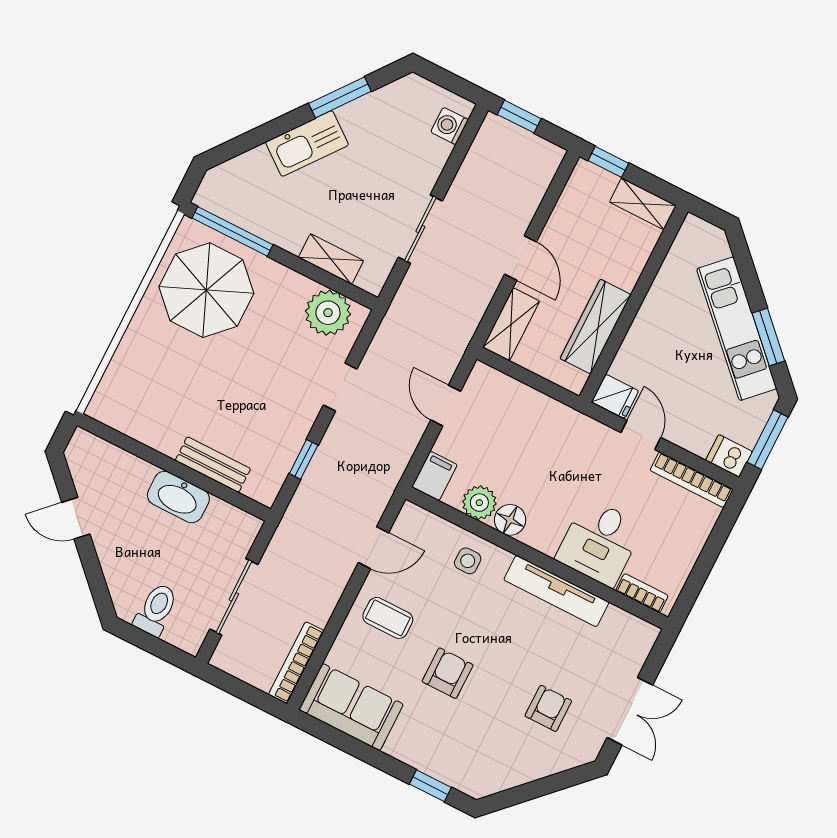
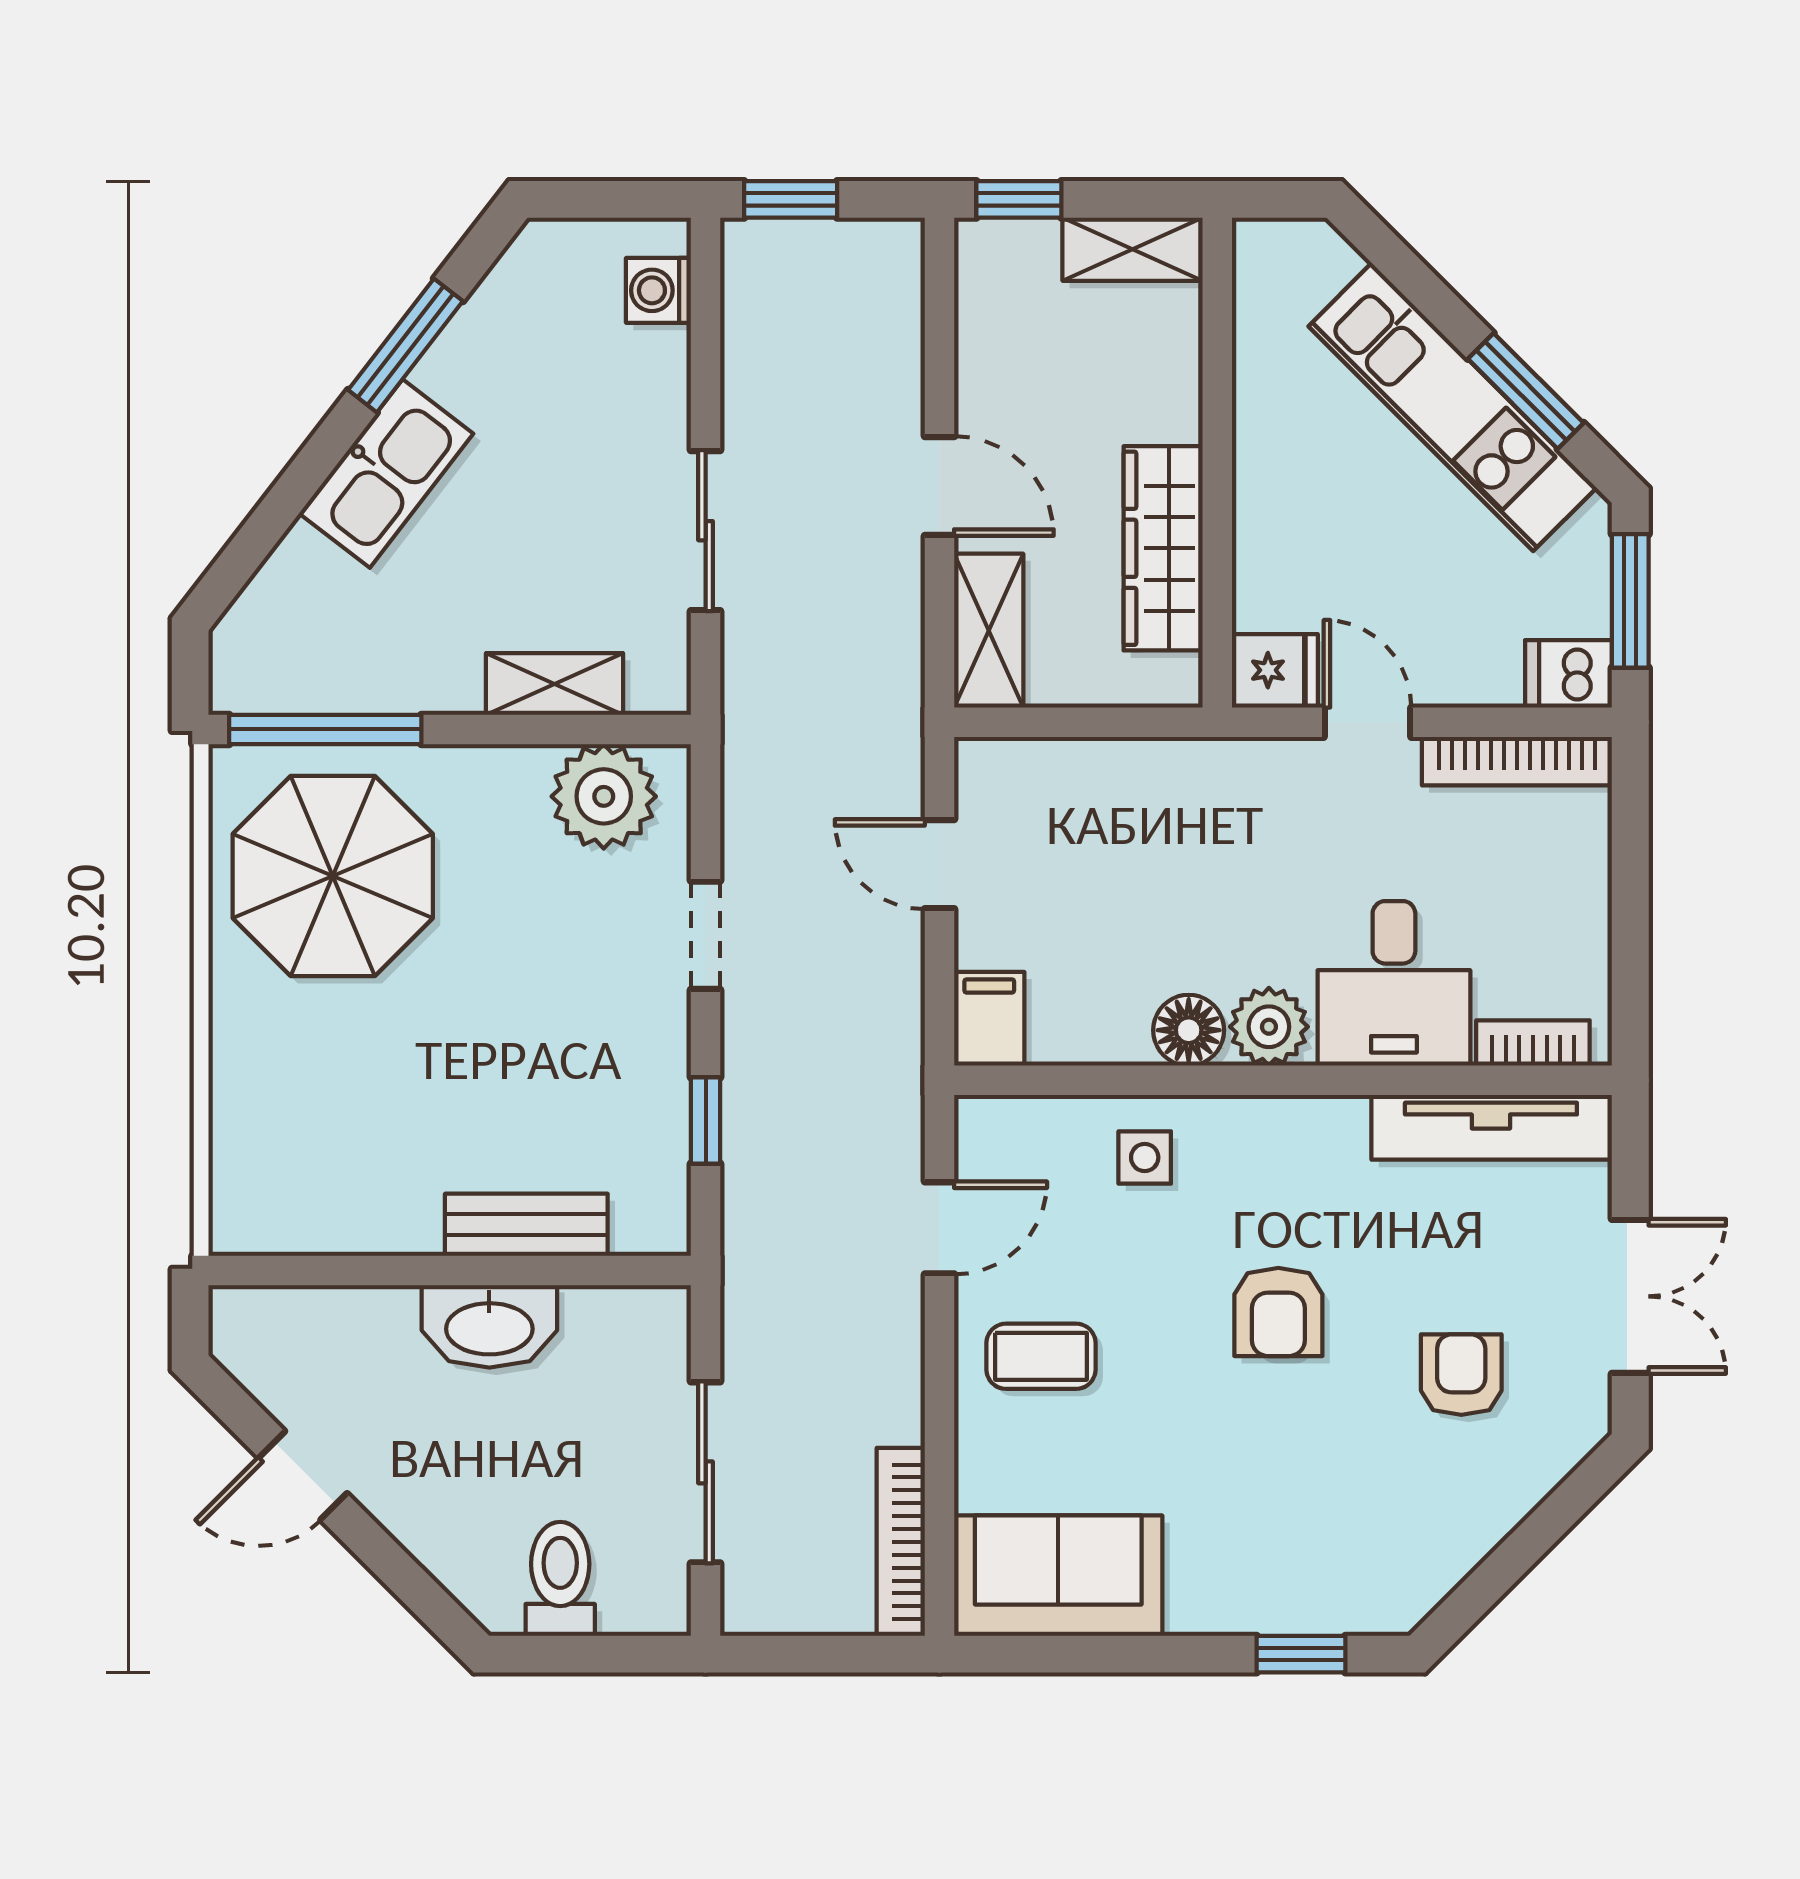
plant: (479, 503) -> (1269, 1027), moved
tv unit: (556, 591) -> (1491, 1127), moved
armchair: (448, 673) -> (1278, 1312), moved, turned 180

